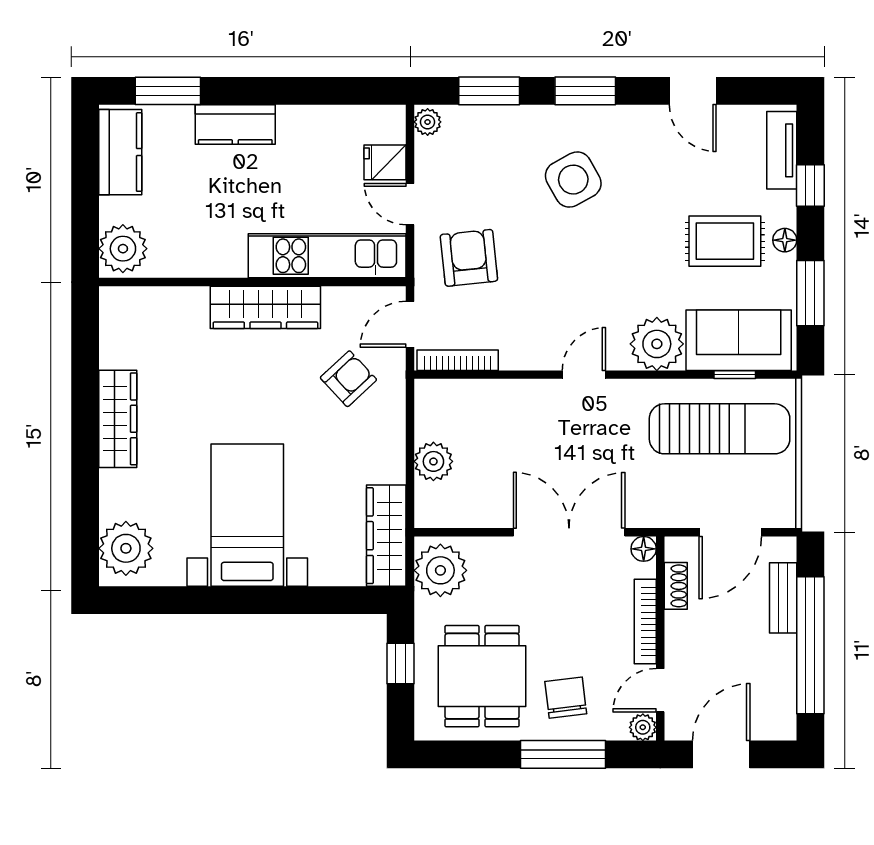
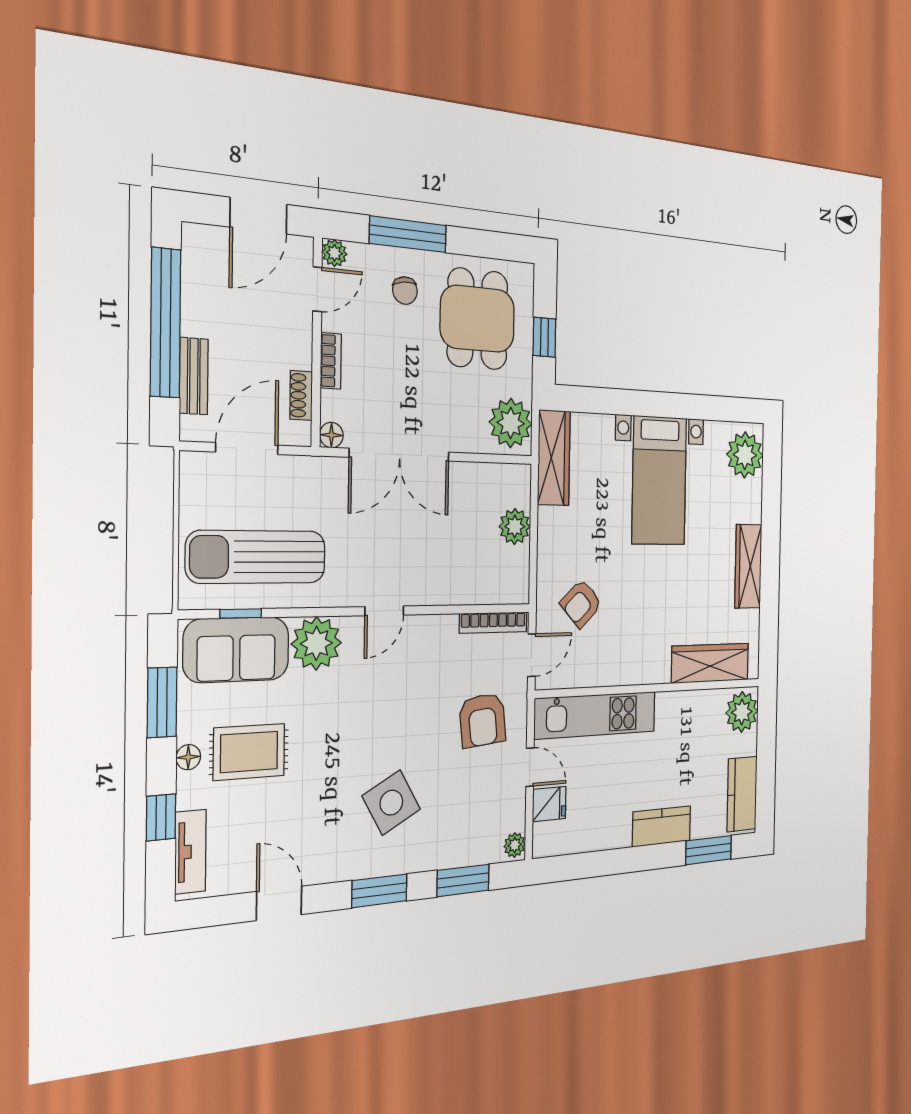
wardrobe: (265, 307) -> (710, 663), moved
bookcase: (645, 622) -> (331, 361), width x0.64
chair: (566, 698) -> (405, 291), width x0.73, depth x0.73

